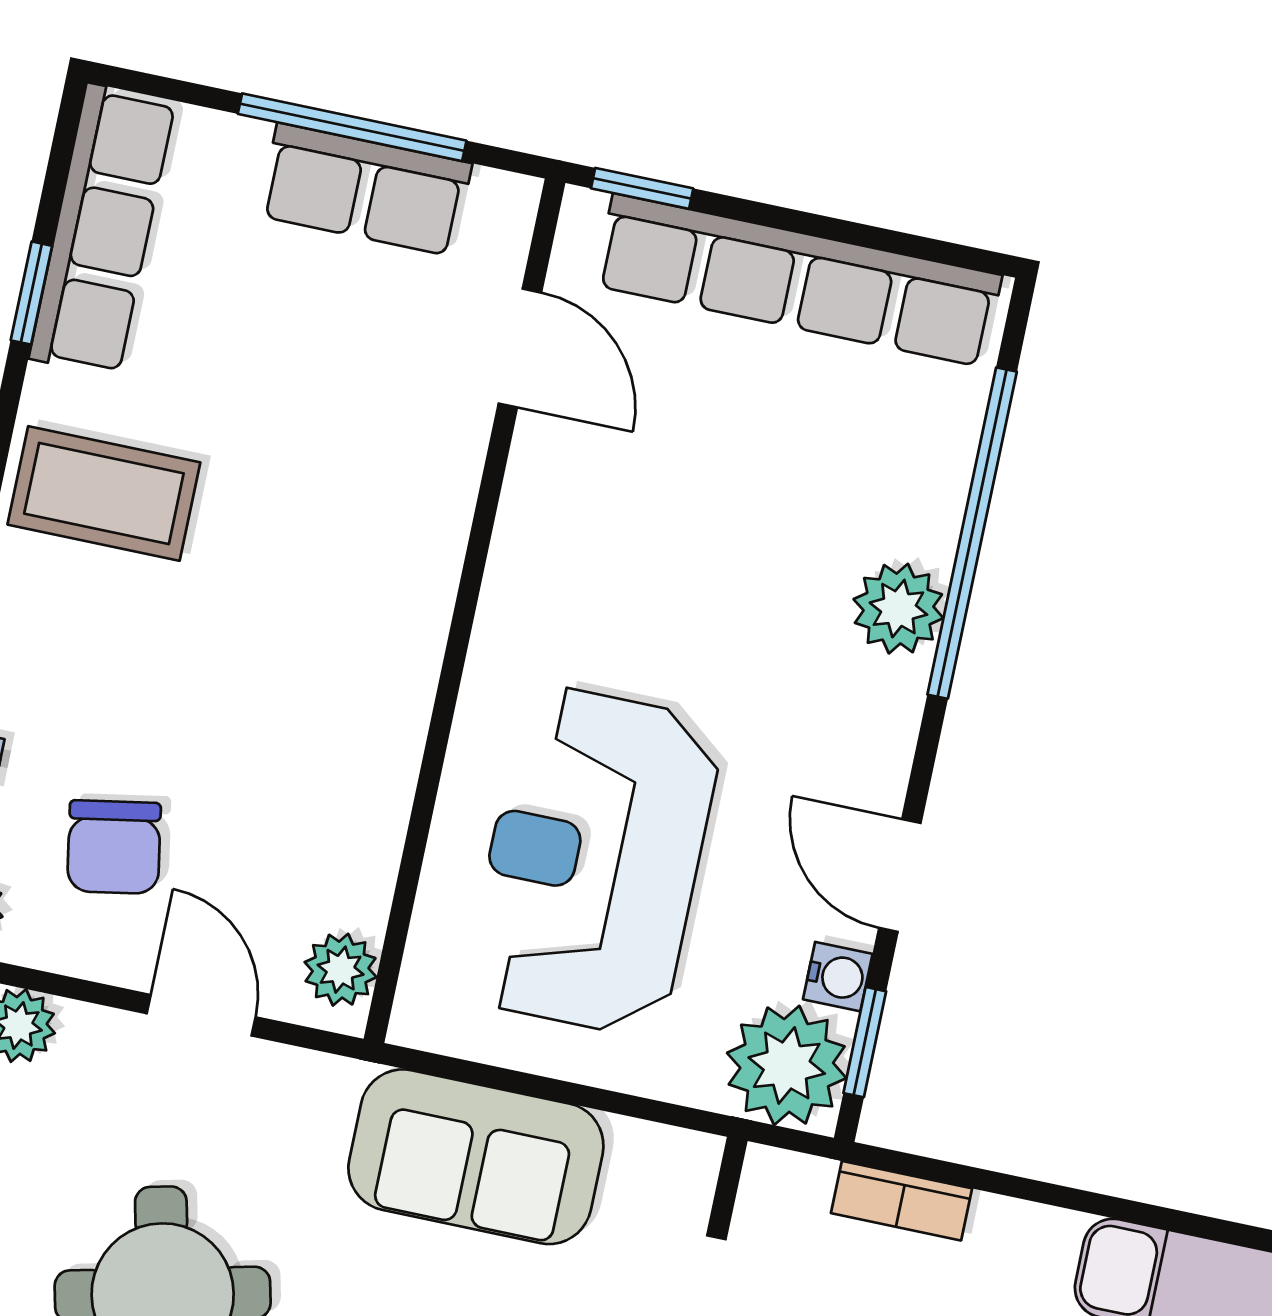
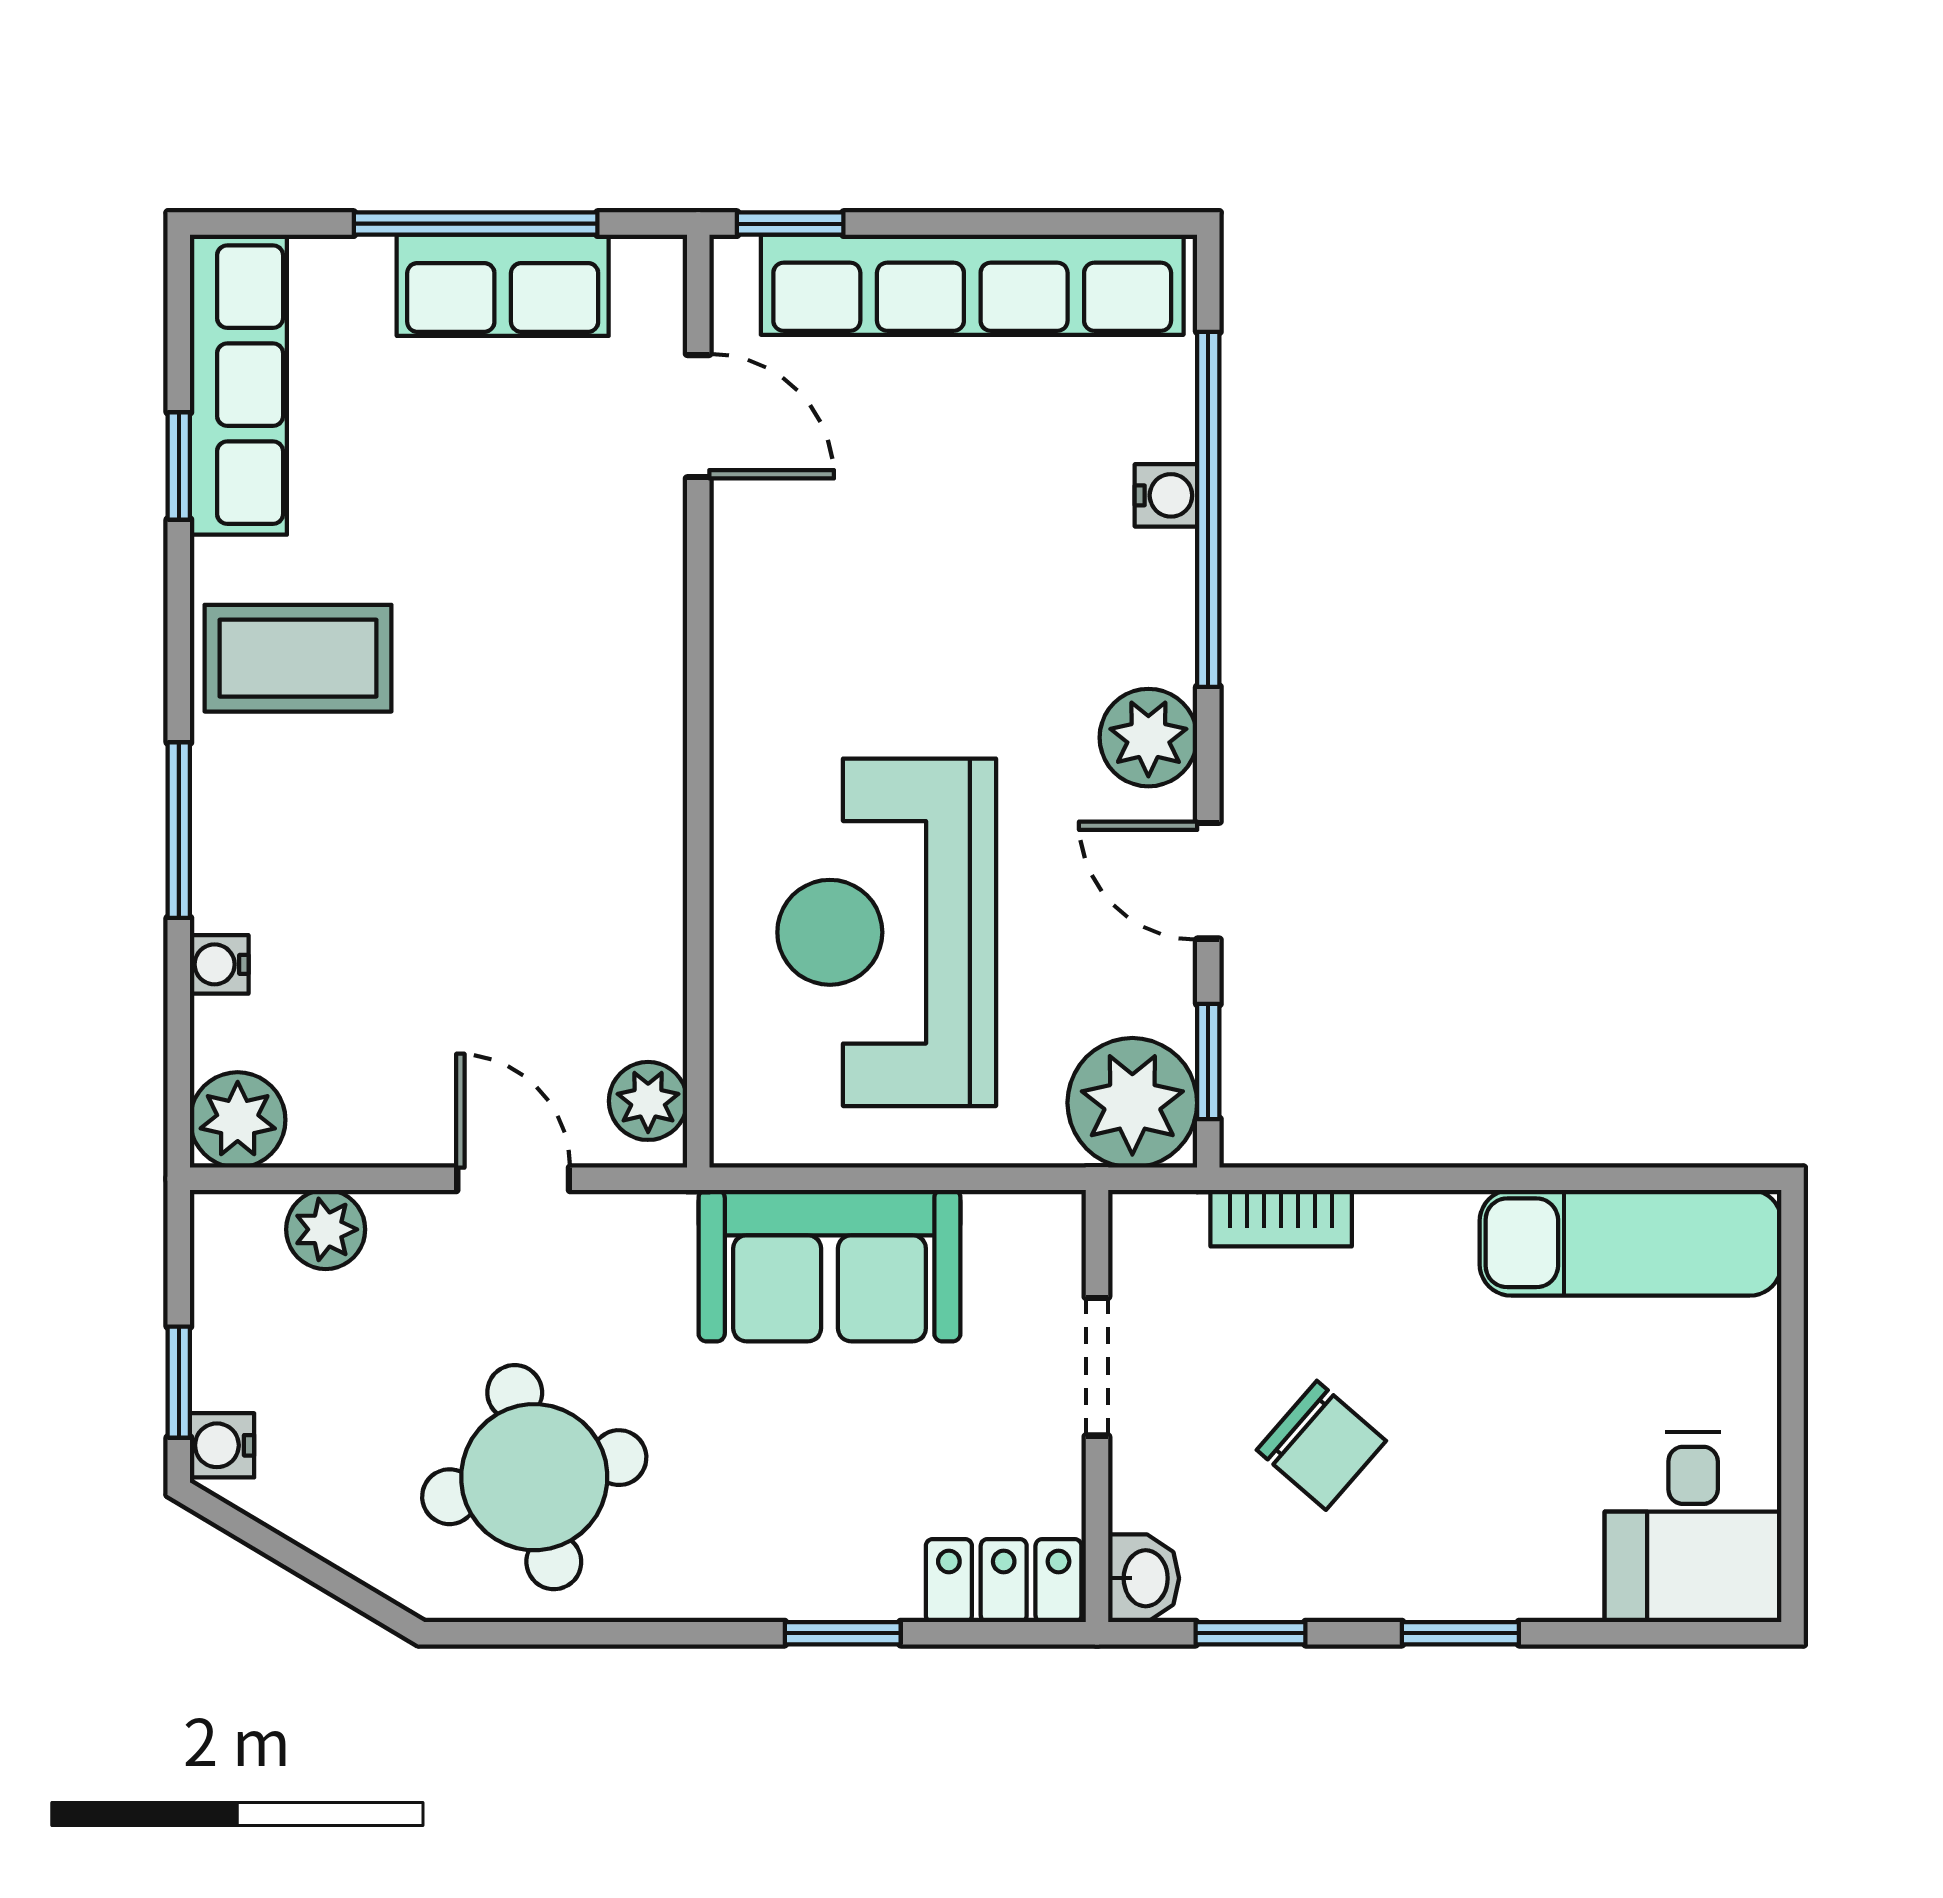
plant: (898, 609) -> (1148, 738), moved
chair: (114, 847) -> (386, 1023), removed
water cooler: (838, 977) -> (1166, 495), moved

